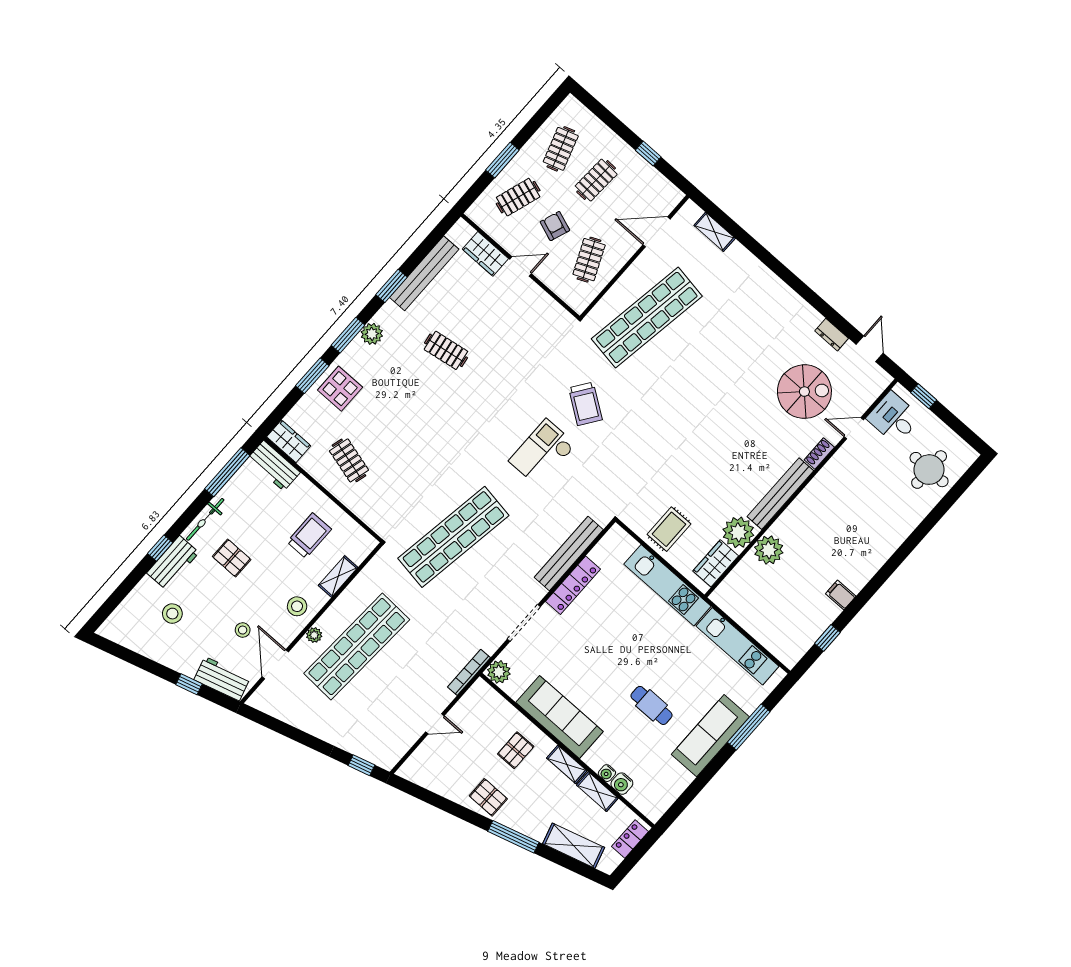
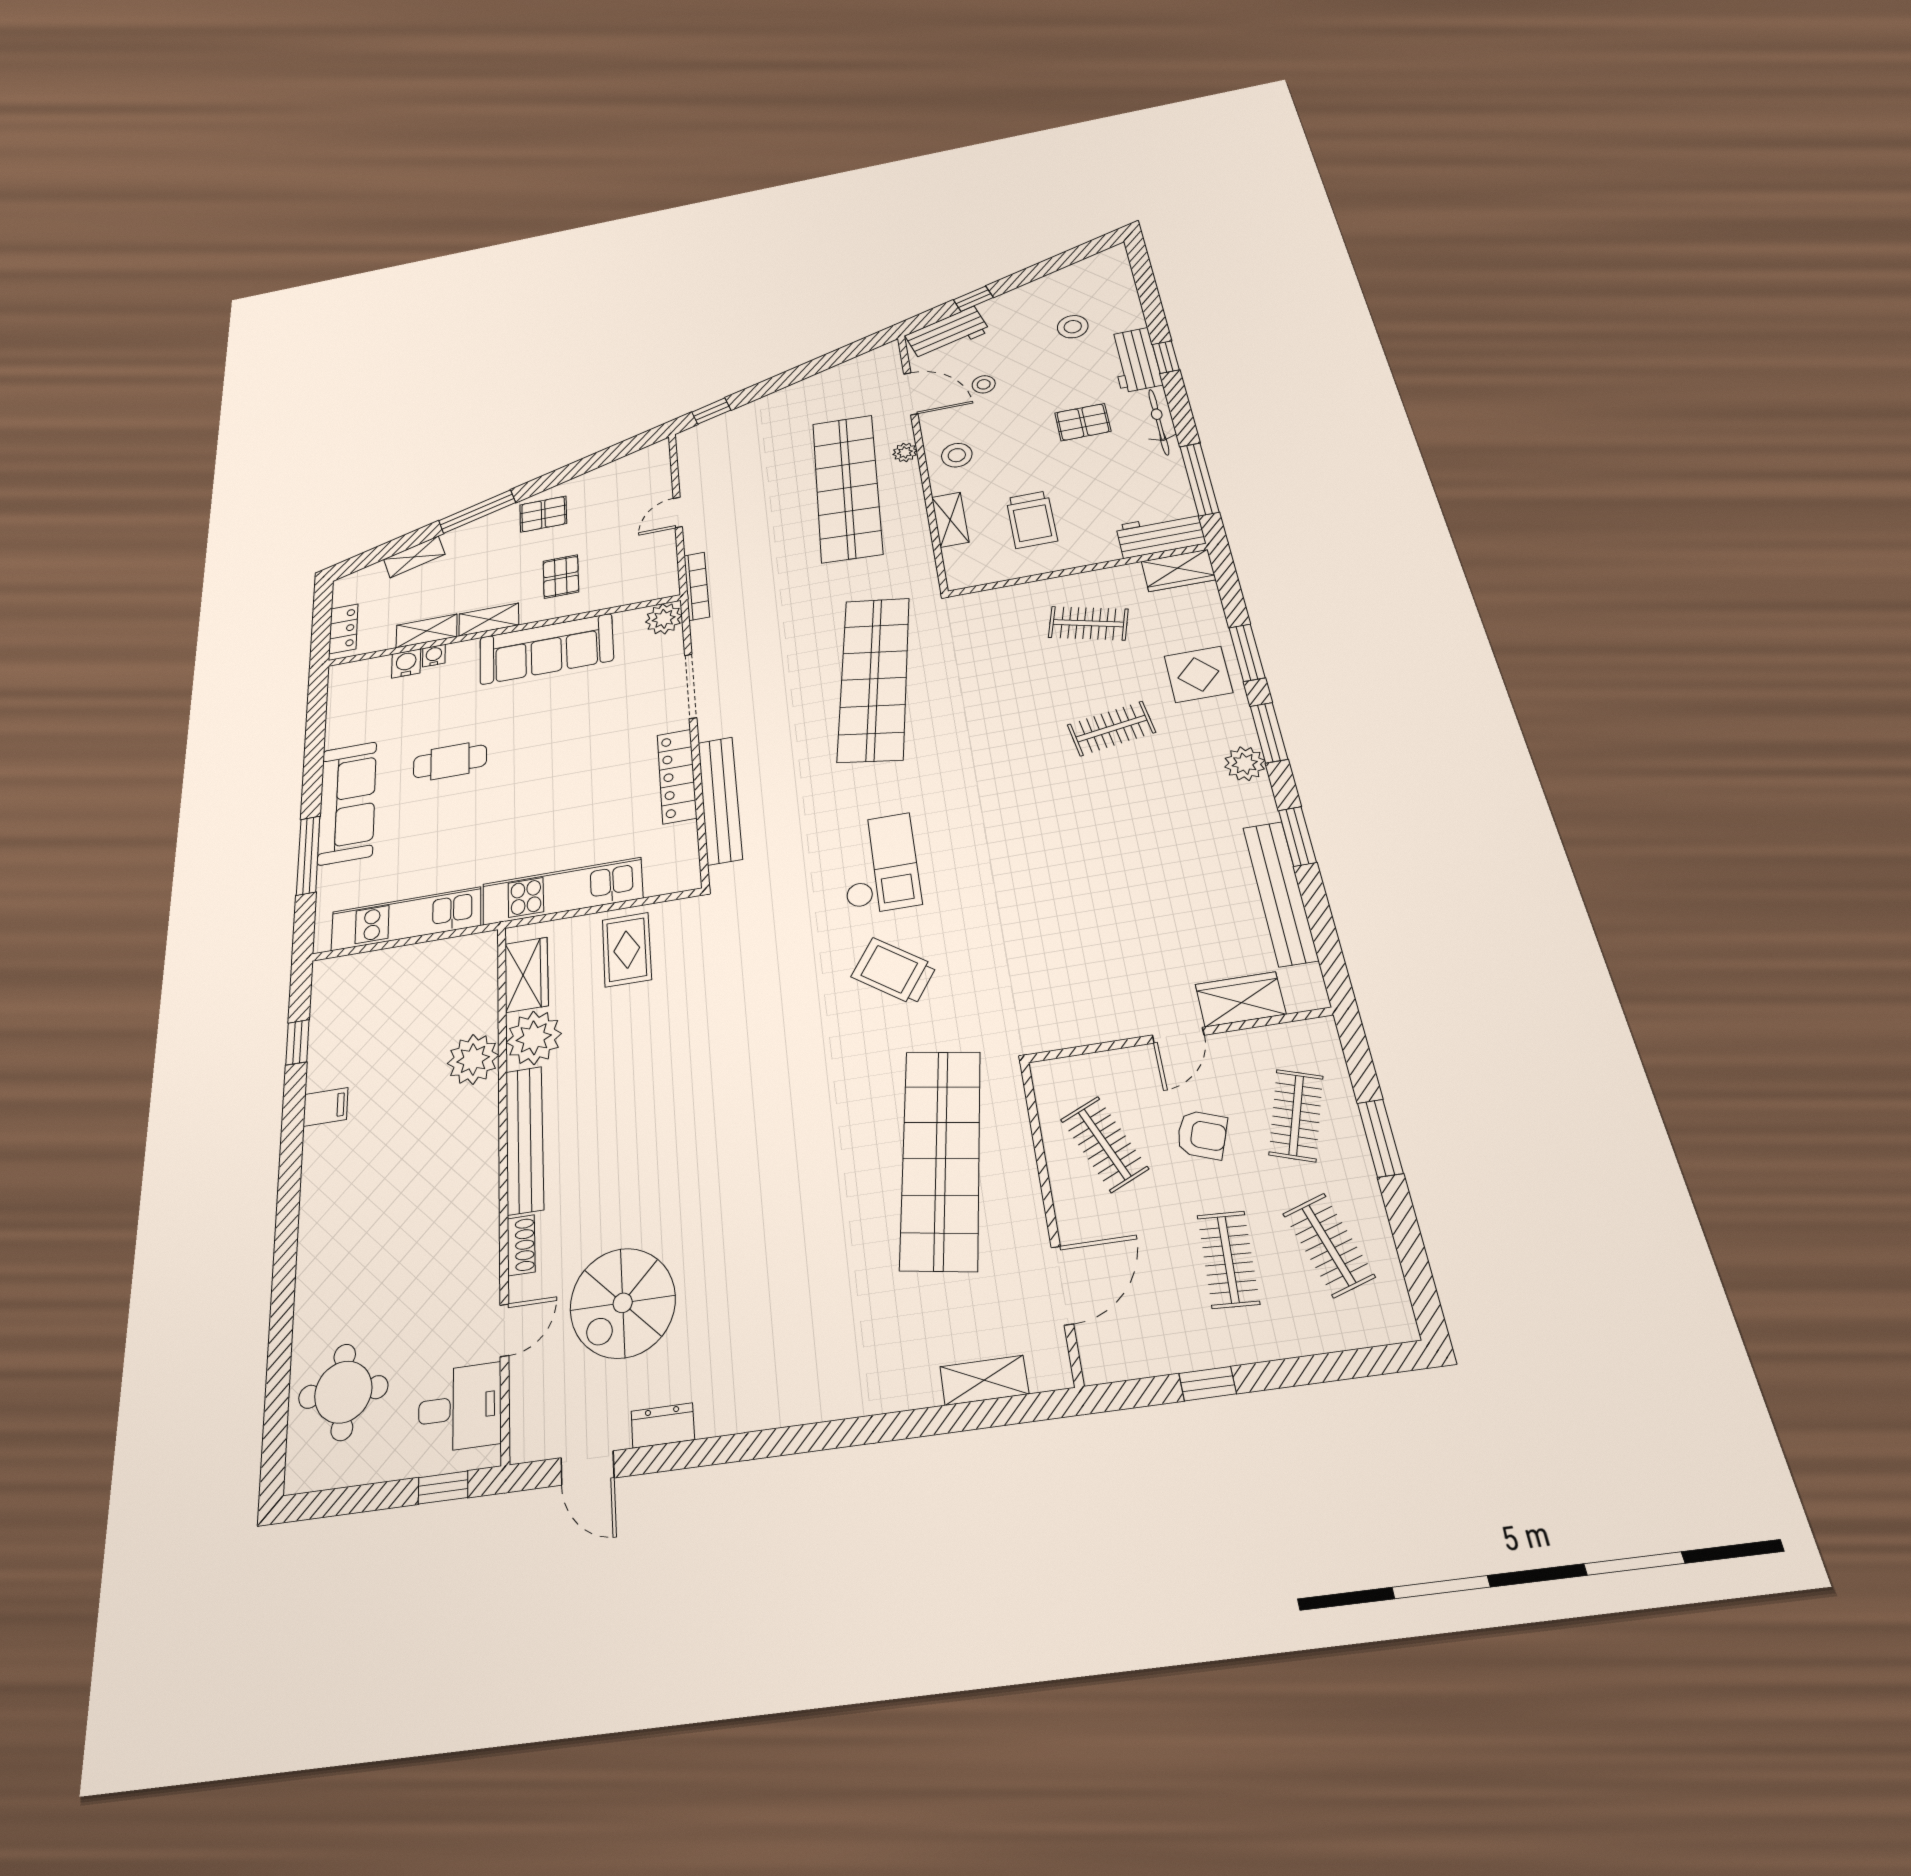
clothes rail: (446, 350) -> (1111, 729), moved
shelving: (574, 846) -> (414, 557), width x0.67, depth x0.75

